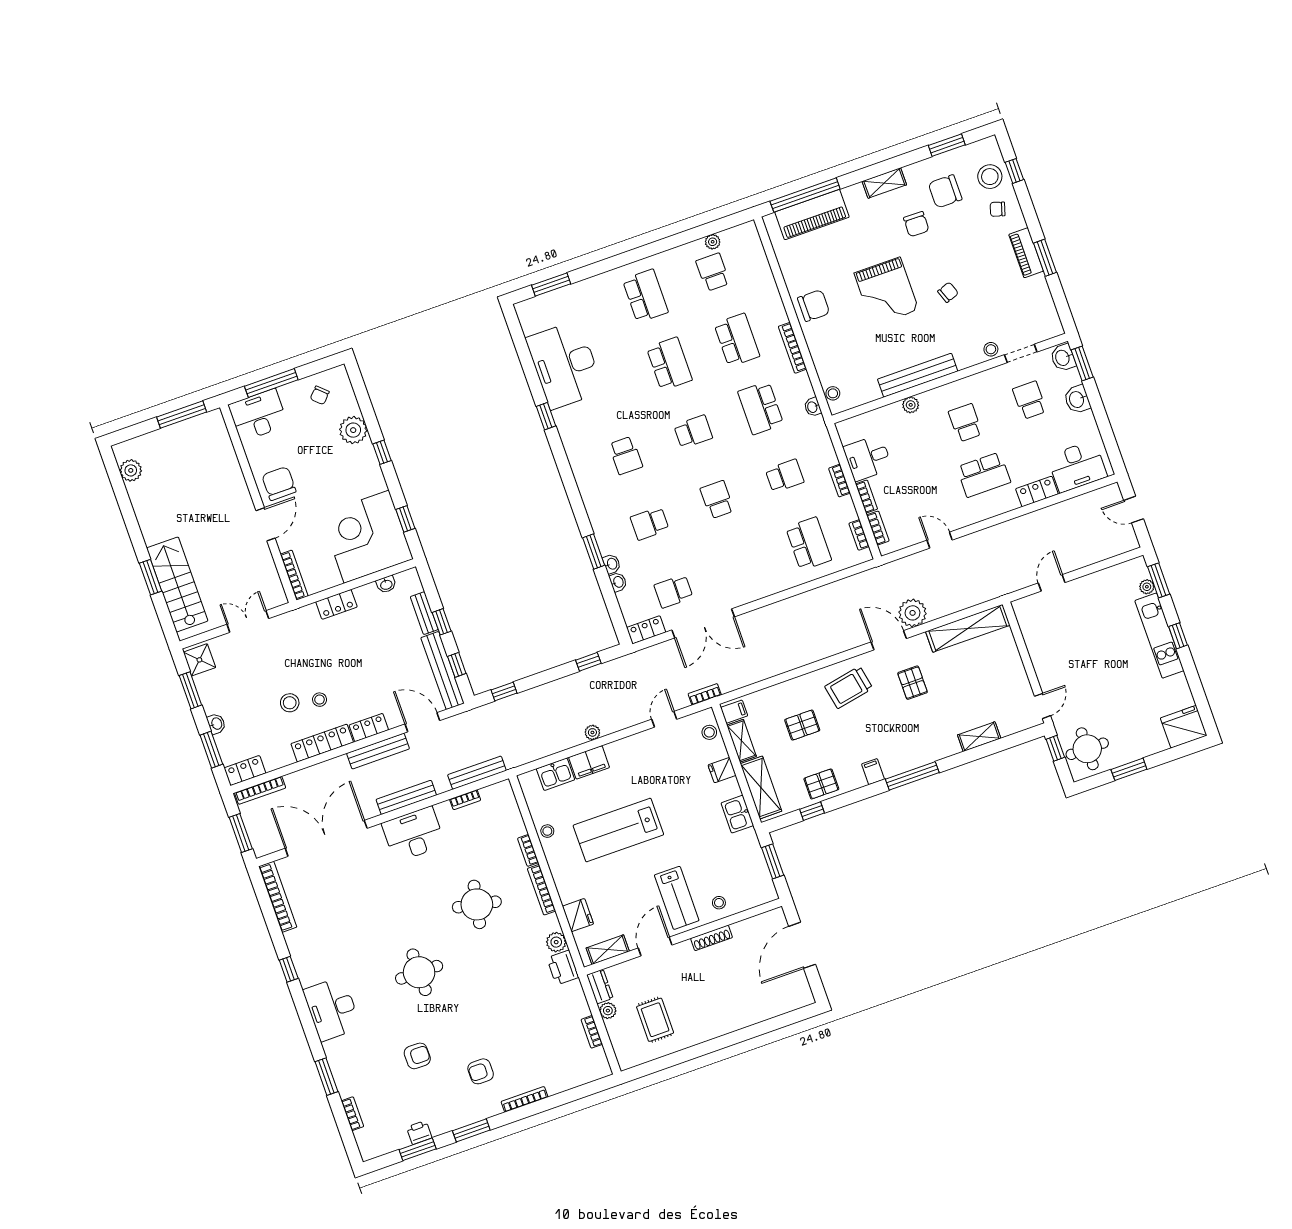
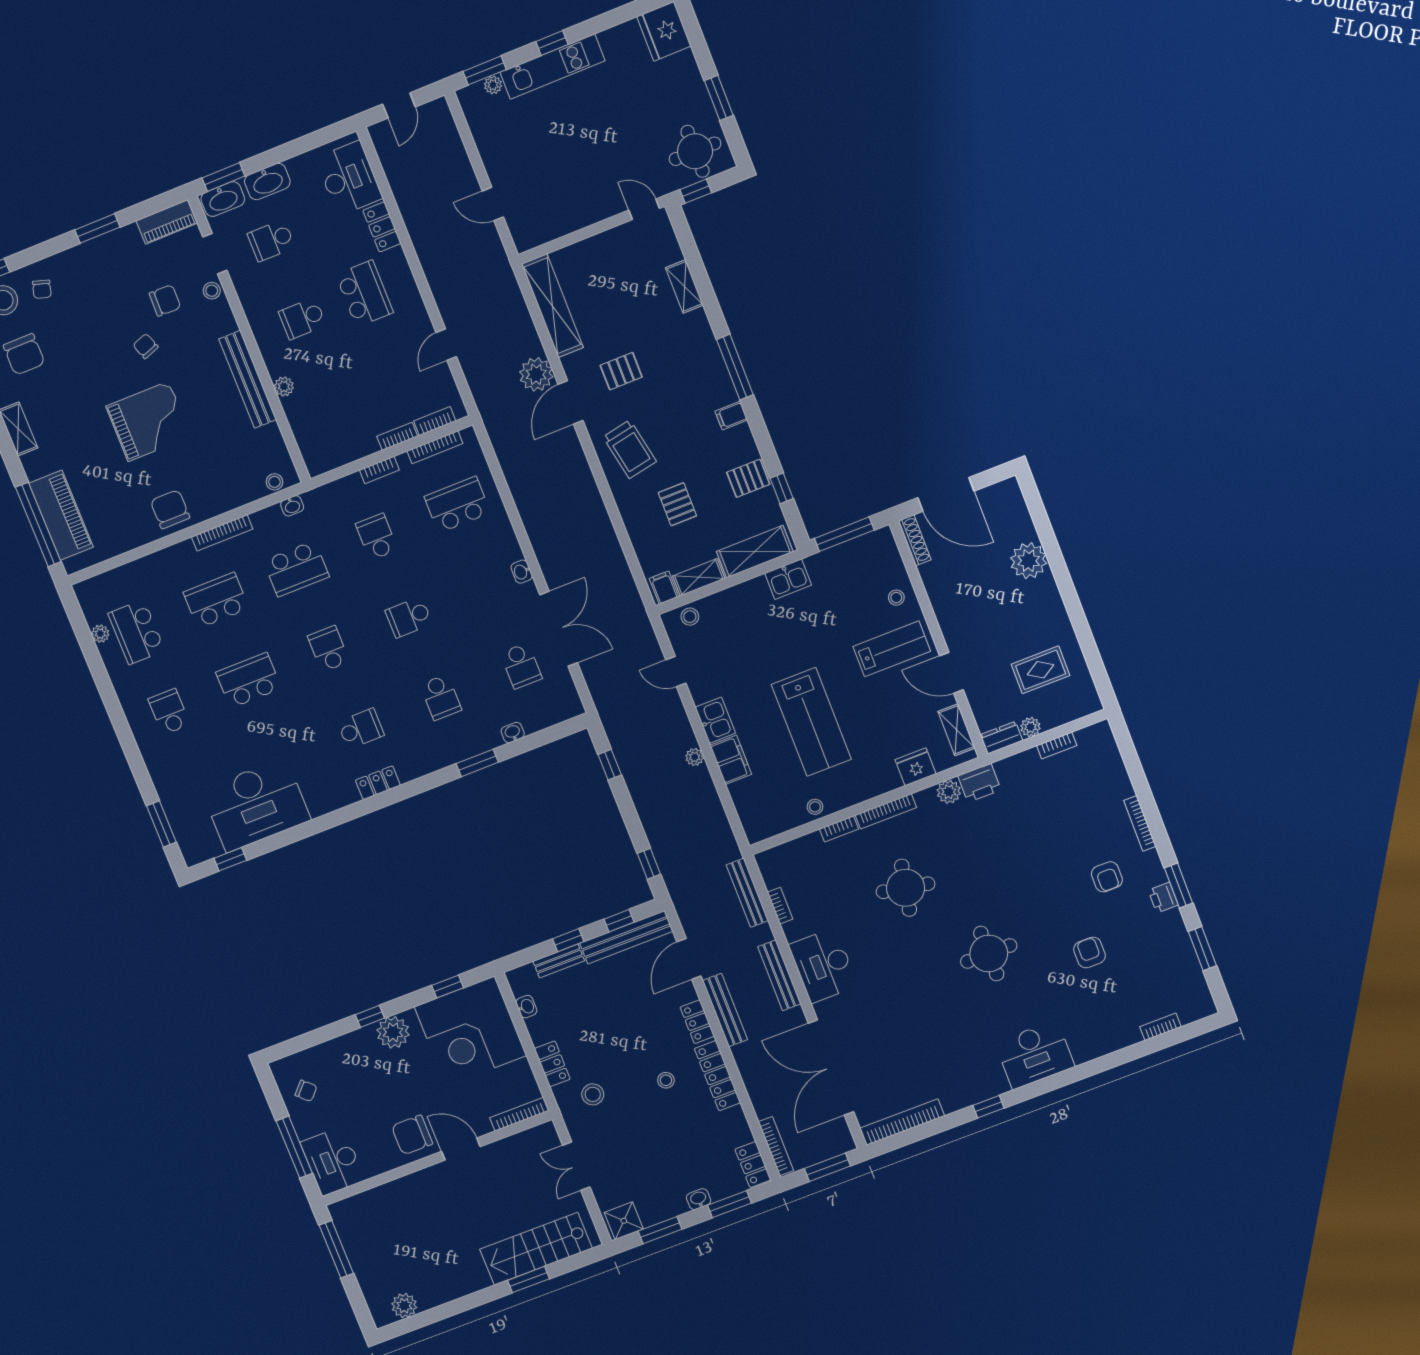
chair: (916, 224) -> (165, 300), moved
piano: (1026, 253) -> (167, 222), moved
school desk: (713, 272) -> (136, 632), width x1.85
school desk: (645, 296) -> (169, 712), width x0.54
washbasin: (1063, 358) -> (223, 199), width x1.38
washbasin: (1077, 399) -> (267, 182), width x1.38
window: (546, 416) -> (230, 859), moved
plant: (353, 430) -> (393, 1032), moved
desk: (868, 458) -> (350, 437), removed
bookcase: (859, 535) -> (435, 447), width x1.56
washbasin: (612, 564) -> (522, 572), moved, turned -90
locker: (646, 630) -> (378, 783), moved, turned 90
bookcase: (705, 694) -> (644, 624), removed
stool: (290, 703) -> (593, 1094), moved
fridge: (722, 770) -> (735, 600), removed
kitchen sink: (556, 774) -> (715, 720), moved
pallet: (821, 784) -> (748, 478), turned 90
window: (773, 861) -> (844, 534), width x1.44
shoe rack: (711, 938) -> (915, 540), moved
plant: (745, 1012) -> (1029, 561), added
window: (326, 1077) -> (1116, 1059), removed
printer: (419, 1133) -> (1163, 898), moved

